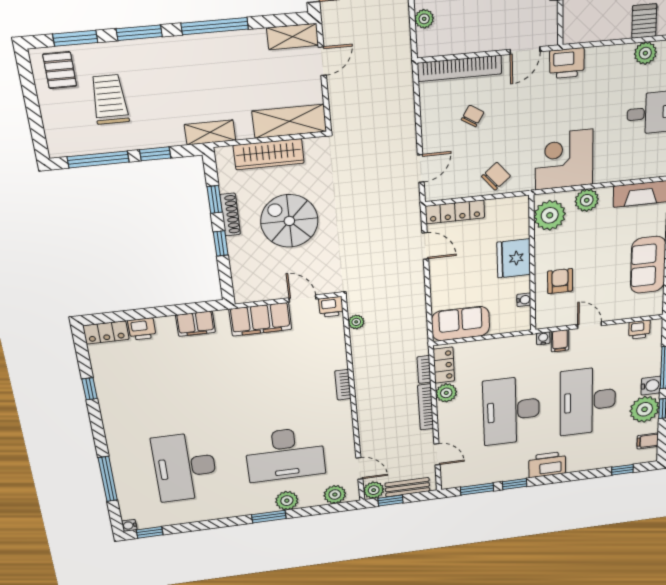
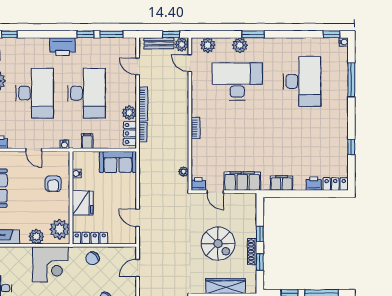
locker: (455, 212) -> (90, 238), moved
filing cabinet: (560, 341) -> (87, 141), moved

